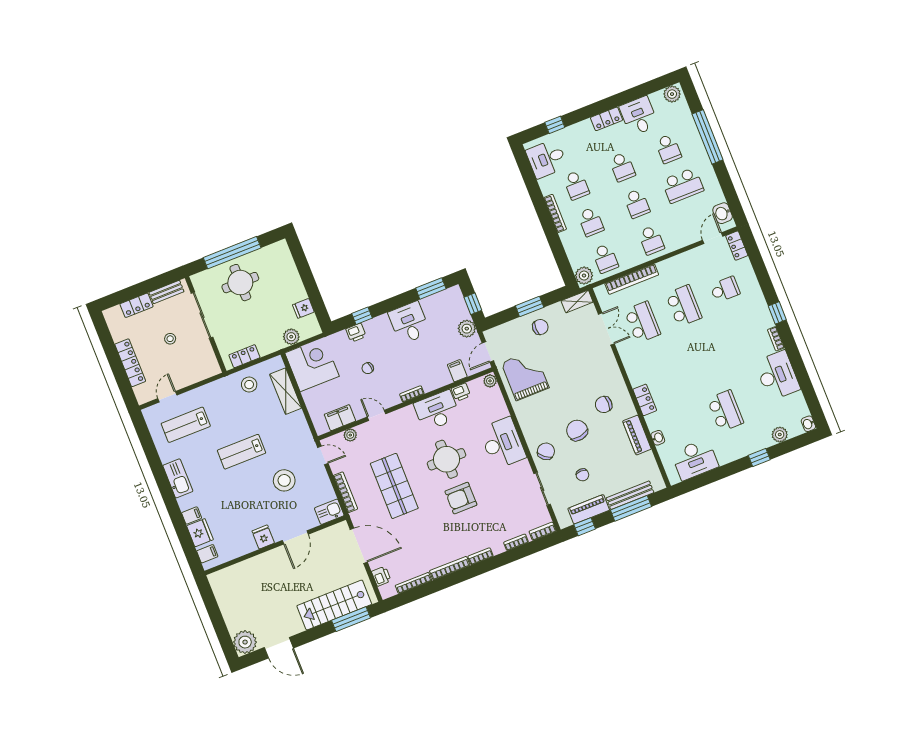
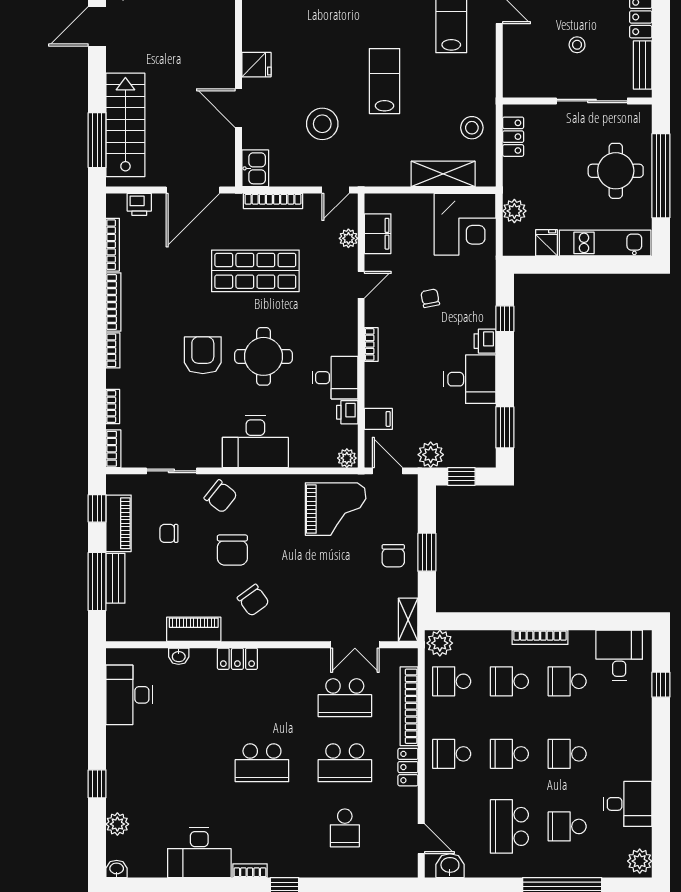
locker: (606, 119) -> (641, 758), removed
locker: (737, 246) -> (408, 767), moved, turned -90
kitchen unit: (289, 271) -> (605, 243), added
printer: (356, 333) -> (485, 341), moved
chair: (604, 405) -> (253, 600), turned 144
desk: (437, 411) -> (335, 378), width x0.73
school desk: (725, 411) -> (262, 763), moved
chair: (577, 430) -> (232, 550), turned 100
bench: (630, 495) -> (115, 578), width x0.73

